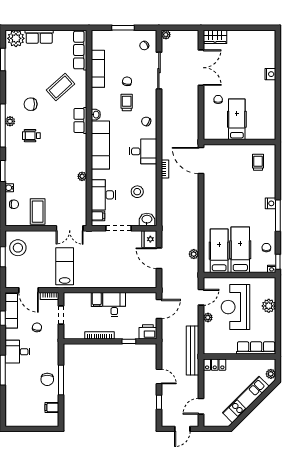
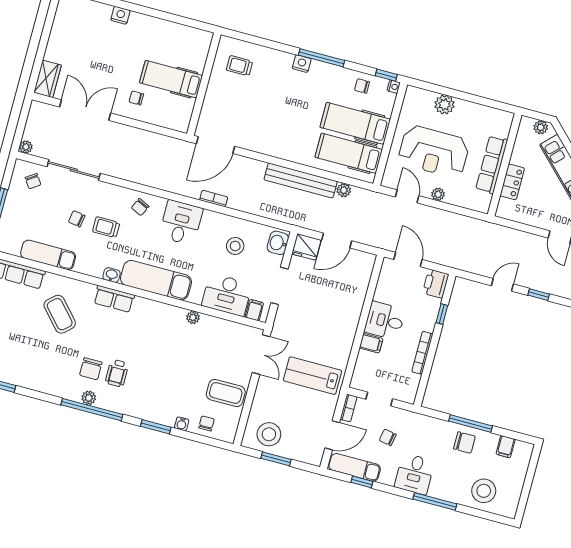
chair: (31, 104) -> (91, 369), moved
row of seats: (256, 348) -> (492, 165), moved
bench: (192, 350) -> (301, 181), moved
locker: (215, 365) -> (512, 182), moved
stool: (19, 401) -> (484, 491), added

